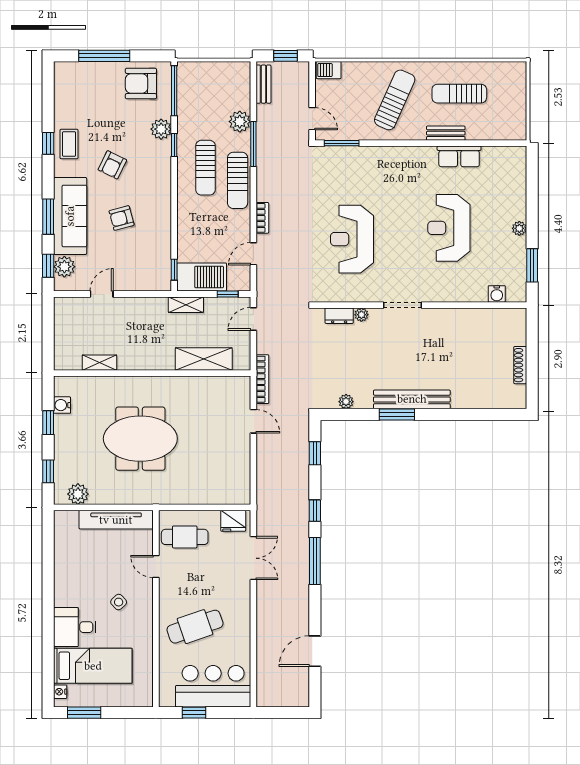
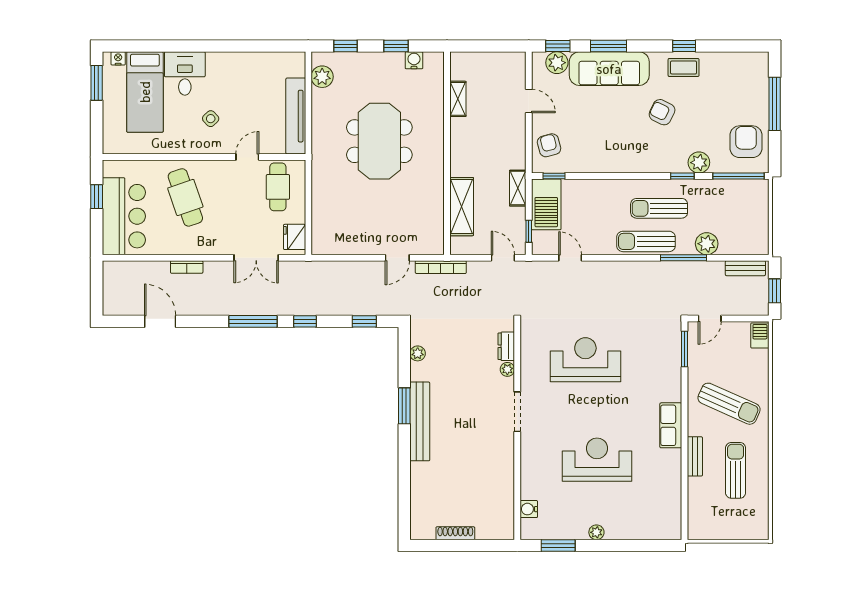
row of seats: (459, 156) -> (671, 425), moved
armchair: (122, 218) -> (549, 145), moved
bookcase: (262, 218) -> (187, 267), moved

